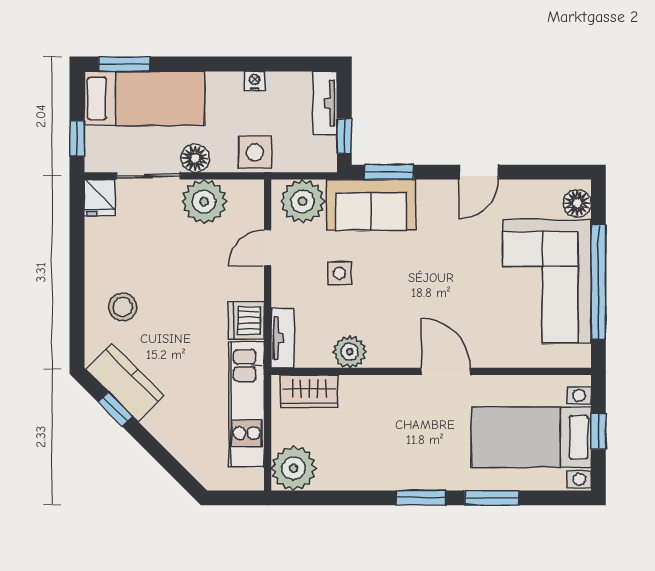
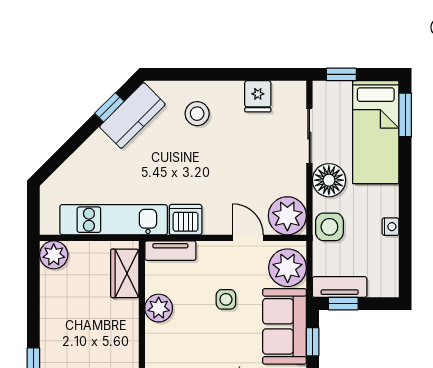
tv unit: (325, 103) -> (340, 287), moved
floor lamp: (195, 158) -> (329, 180), width x1.38, depth x1.38
window: (389, 172) -> (313, 342), width x0.67
fridge: (100, 198) -> (258, 96), moved, turned -90
plant: (204, 202) -> (287, 216), moved
plant: (294, 468) -> (54, 255), width x0.73, depth x0.73

